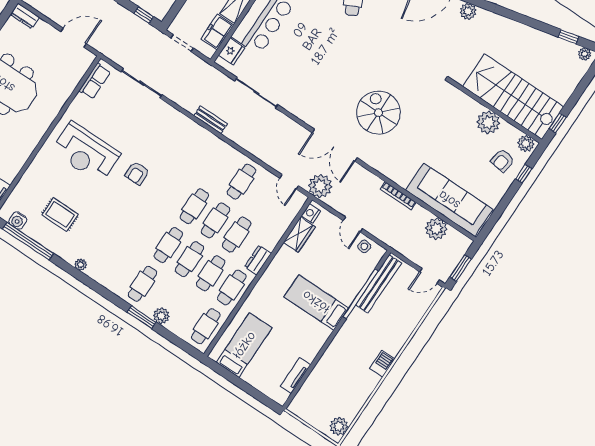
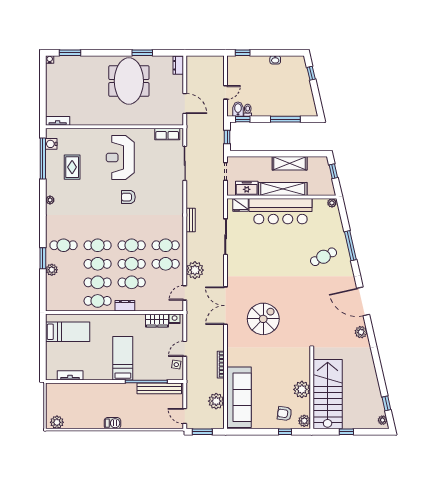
window: (558, 123) -> (346, 432), moved
plant: (320, 186) -> (195, 270), moved
cafe table: (206, 326) -> (166, 245), moved

